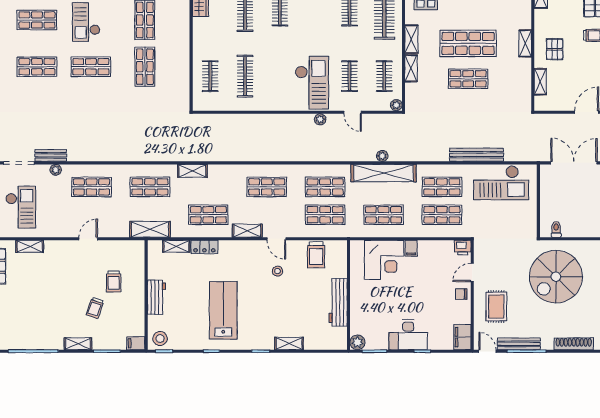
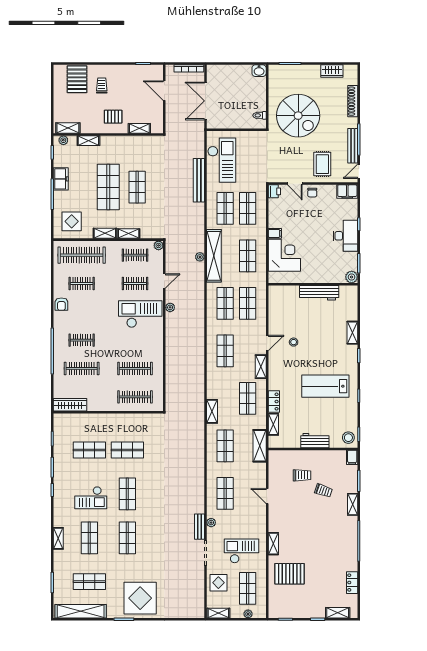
shelving: (525, 43) -> (88, 141), moved
clothes rail: (210, 76) -> (135, 397), width x1.36
trolley: (316, 255) -> (280, 311), removed
rug: (496, 306) -> (322, 164), turned 90

